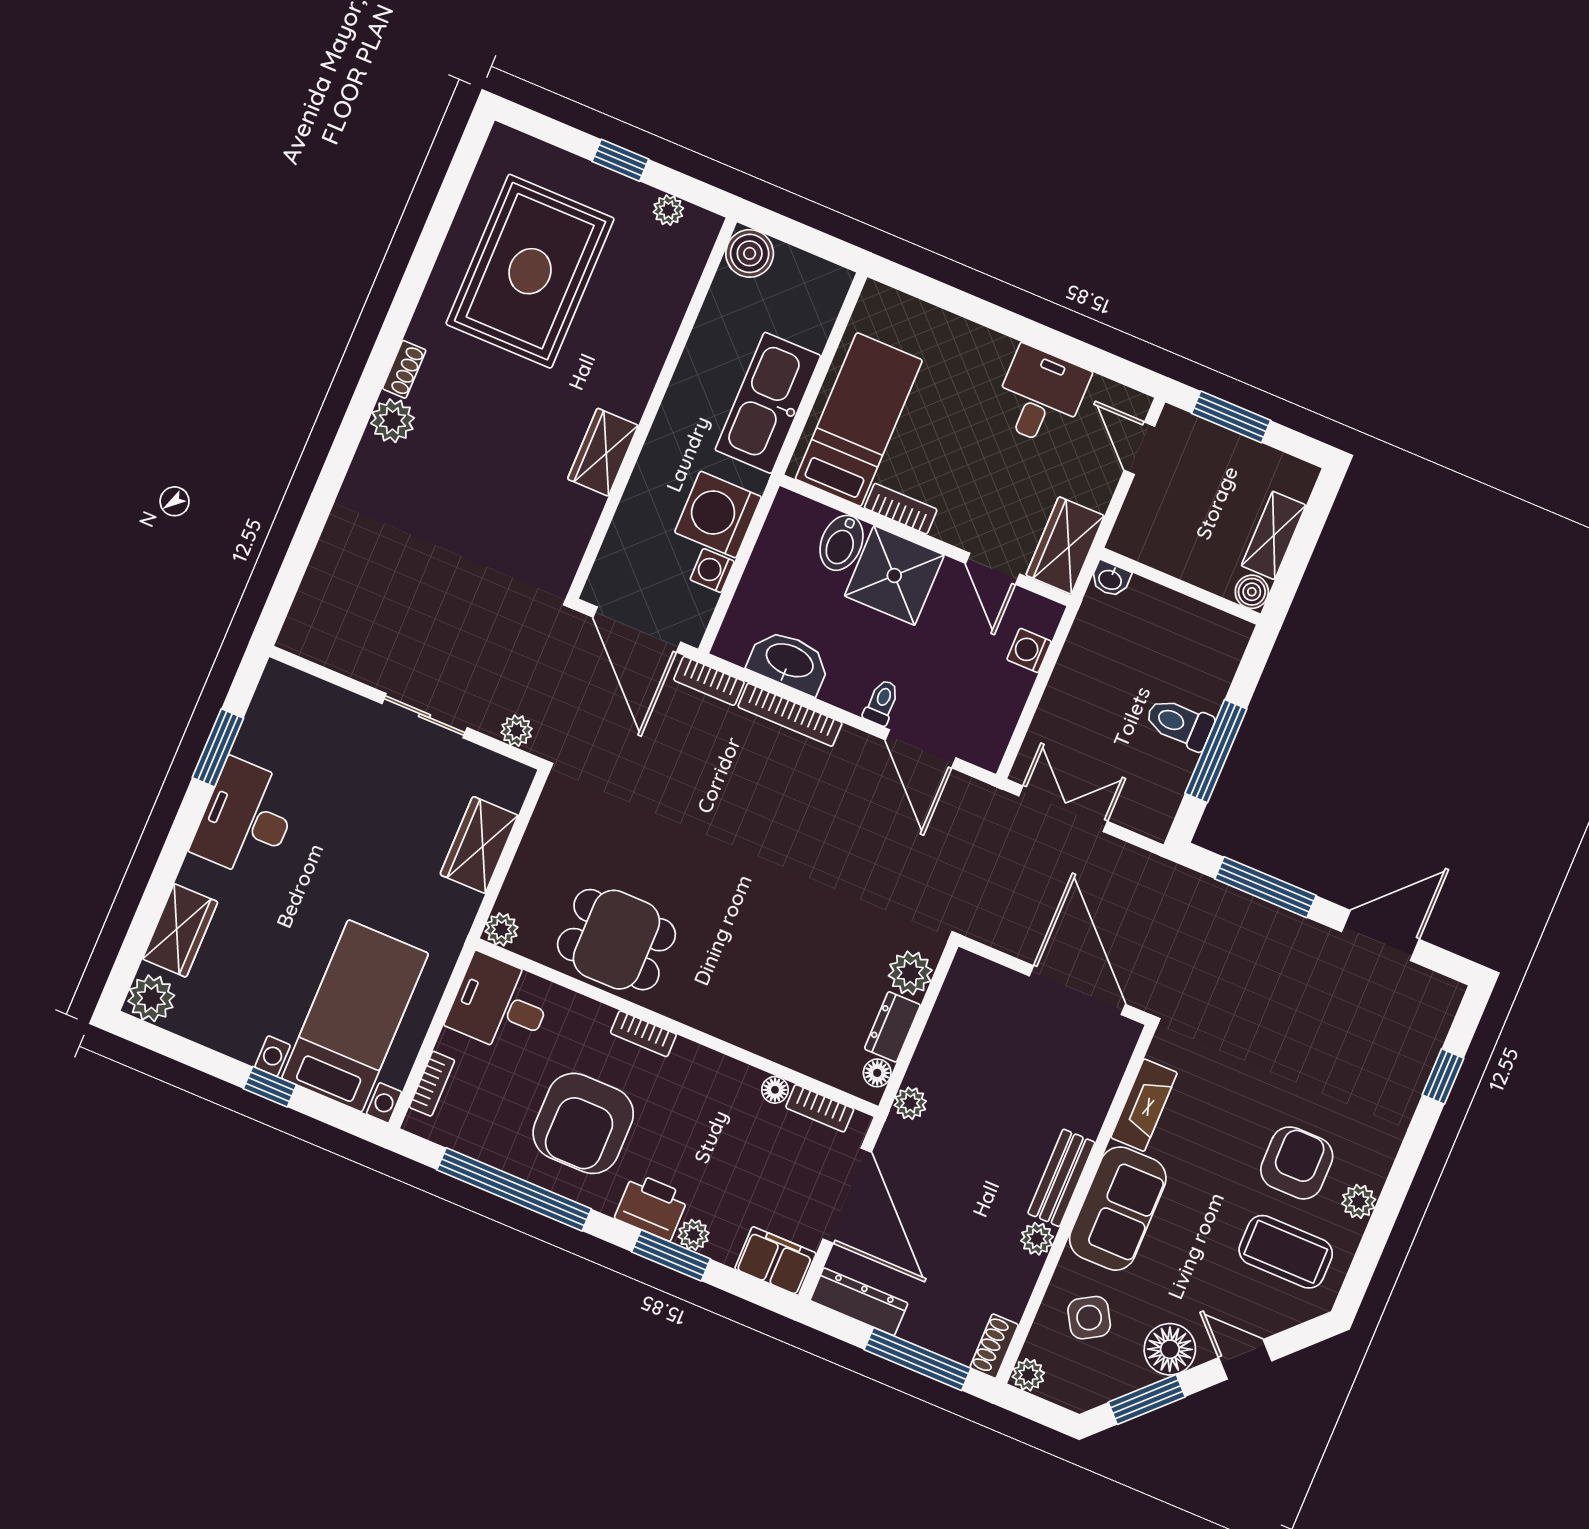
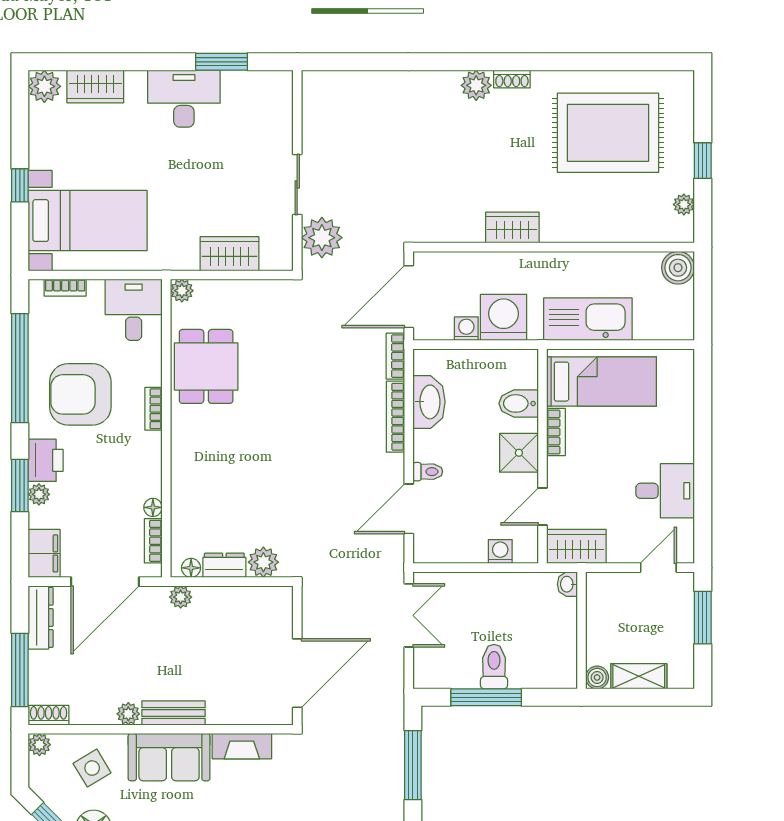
shower: (894, 575) -> (519, 453), width x0.73, depth x0.73
plant: (517, 731) -> (322, 238), width x1.88, depth x1.88

